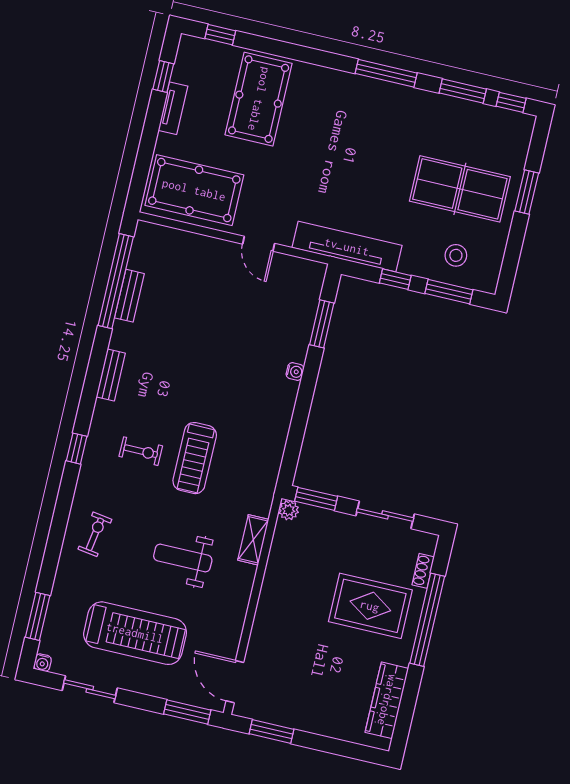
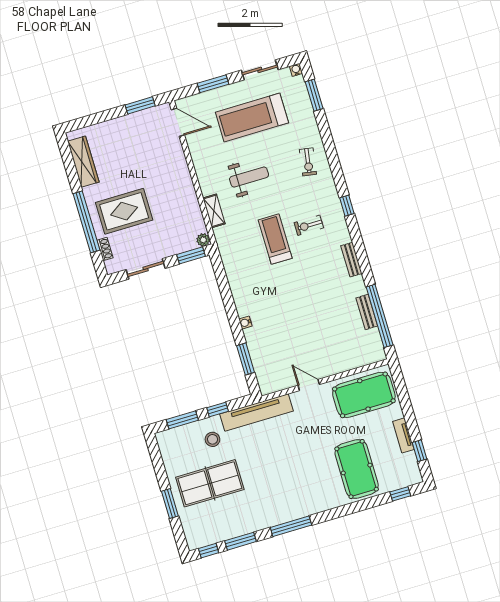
stool: (456, 255) -> (212, 439), moved
window: (187, 712) -> (213, 84), moved

